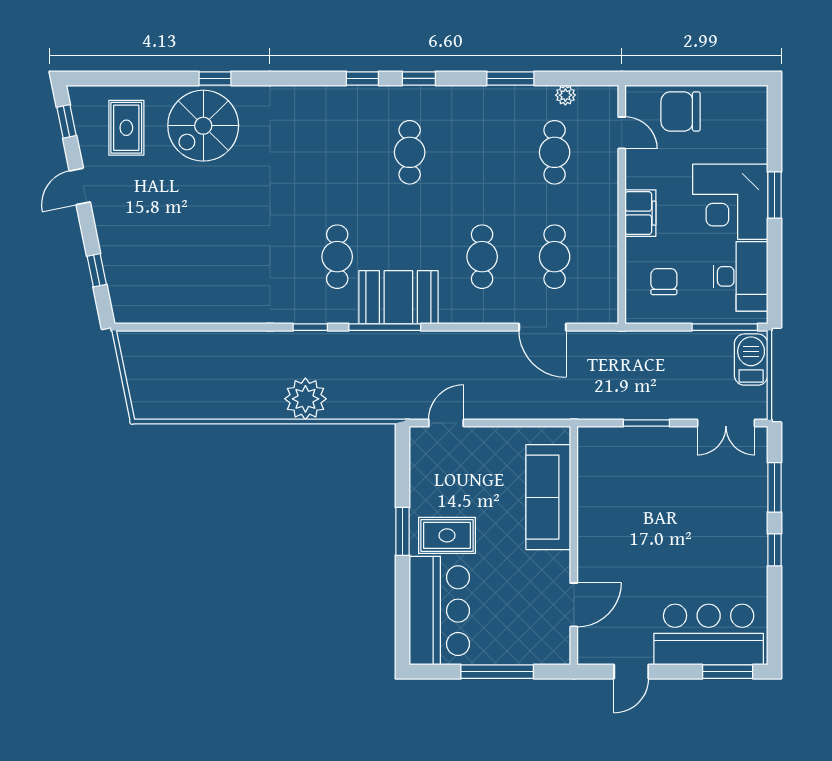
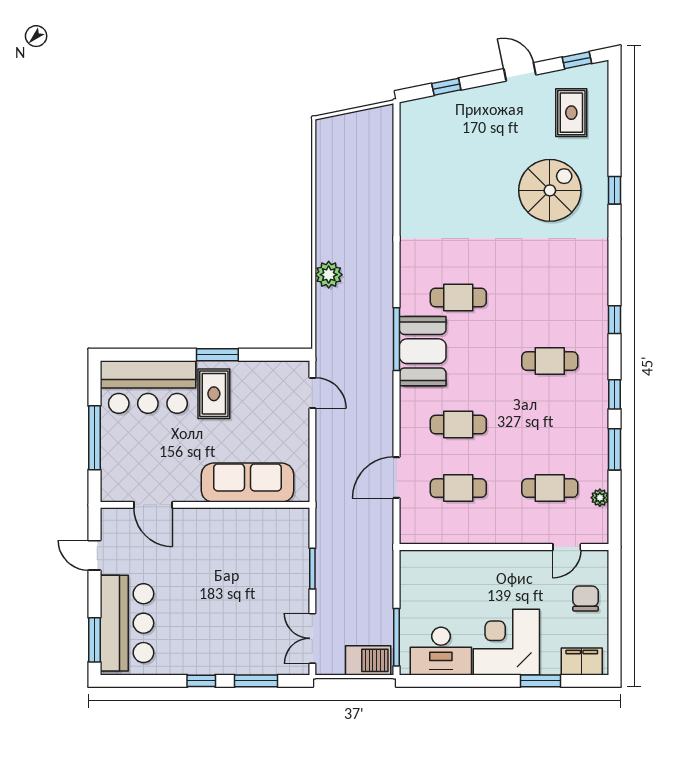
window: (419, 78) -> (615, 394), moved
chair: (681, 111) -> (586, 599), width x0.73, depth x0.73
spiral stairs: (203, 126) -> (550, 190), moved, turned 90
rug: (126, 128) -> (571, 113), turned 90
window: (774, 195) -> (541, 681), moved
filing cabinet: (640, 213) -> (582, 661), moved, turned 180
chair: (664, 282) -> (436, 584), removed
window: (310, 327) -> (397, 274), removed
plant: (305, 399) -> (329, 275), width x0.73, depth x0.73

